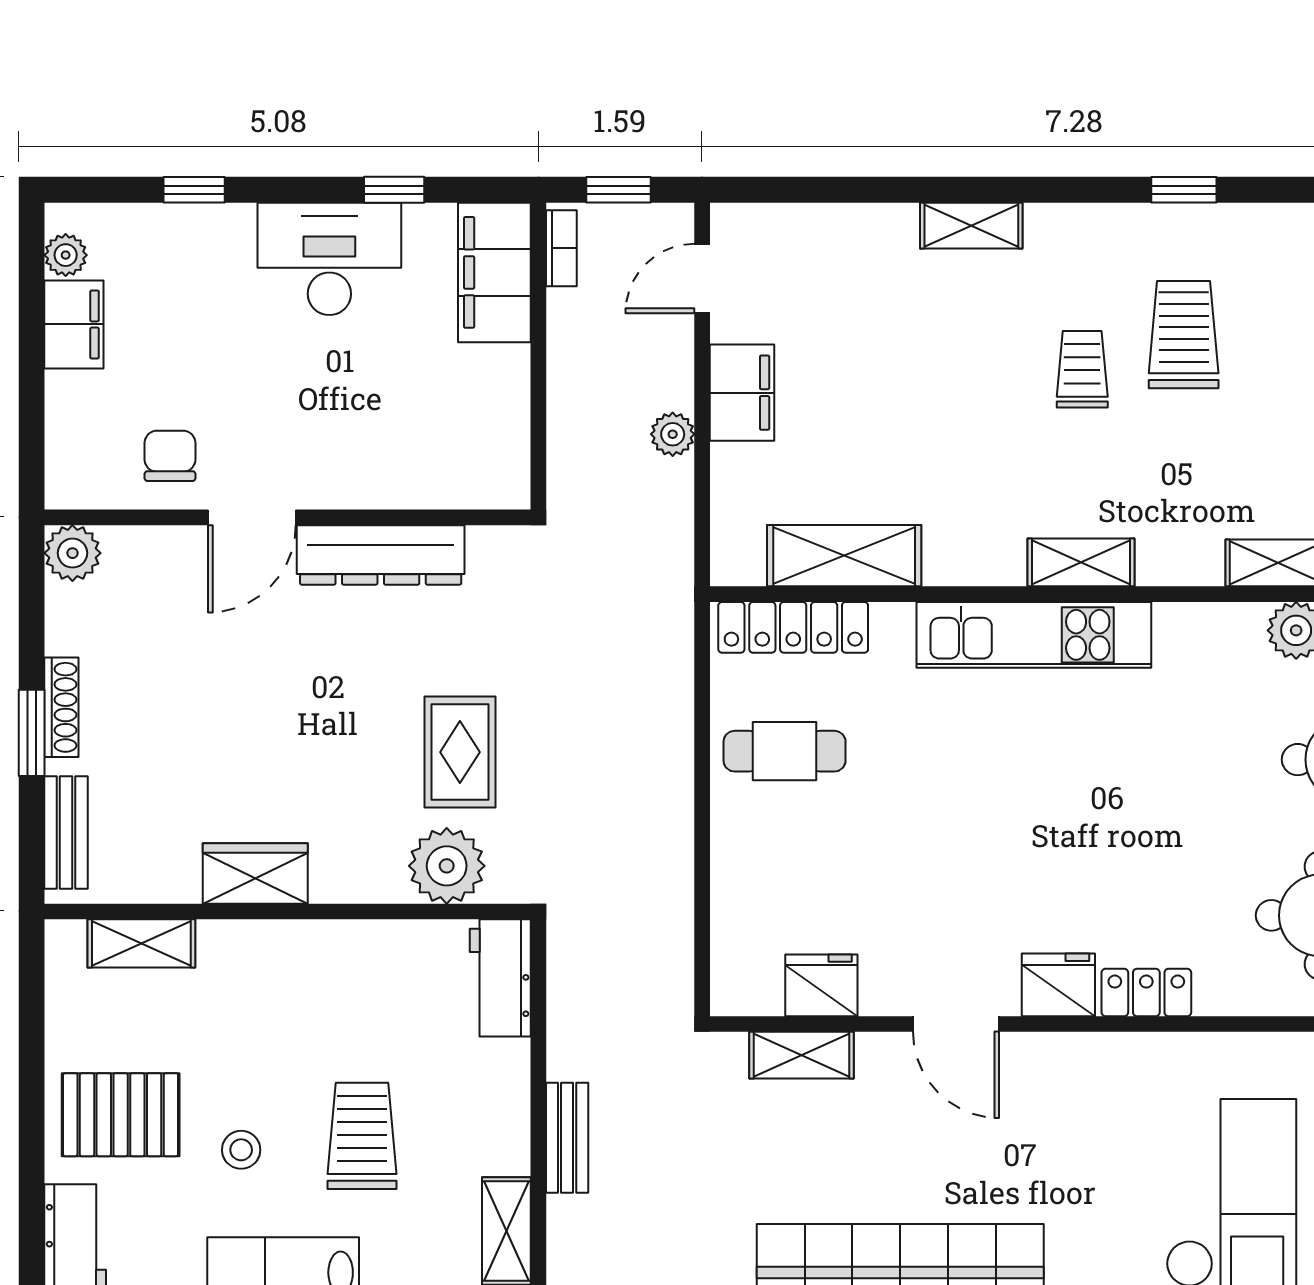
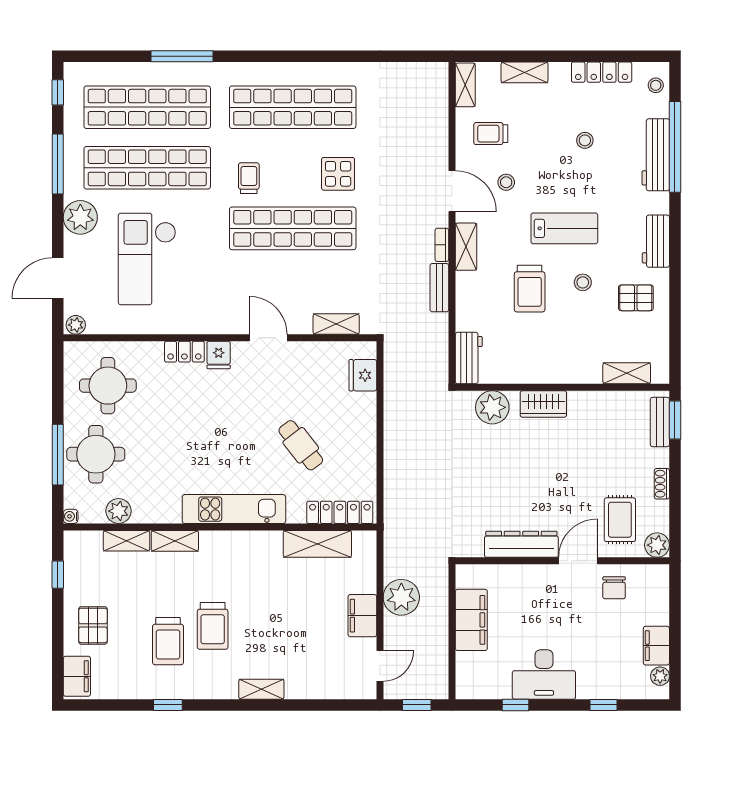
bookcase: (561, 248) -> (442, 245), moved
filing cabinet: (494, 272) -> (471, 620), moved
trolley: (1082, 369) -> (213, 626), width x1.36, depth x1.39
plant: (673, 434) -> (401, 597), width x1.87, depth x1.87
shelving: (1081, 562) -> (175, 541), moved
shoe rack: (61, 707) -> (662, 484), width x0.70
window: (32, 733) -> (675, 420), moved
cafe table: (785, 751) -> (301, 445), moved, turned 52
rug: (460, 752) -> (620, 520), moved
wardrobe: (255, 873) -> (543, 404), moved
fridge: (821, 985) -> (363, 375), moved, turned 90
fridge: (1058, 985) -> (219, 355), width x0.72
pallet: (121, 1115) -> (636, 298), width x0.67, depth x0.71

